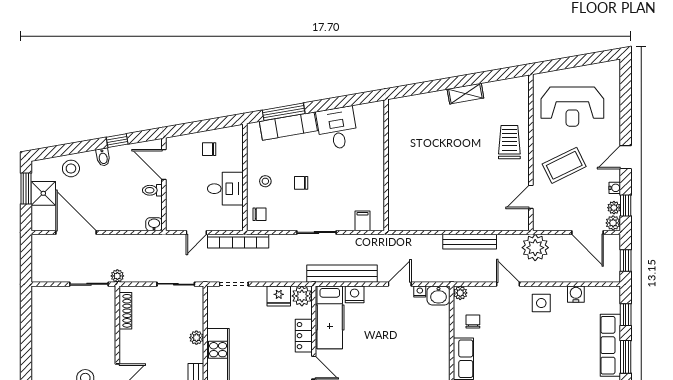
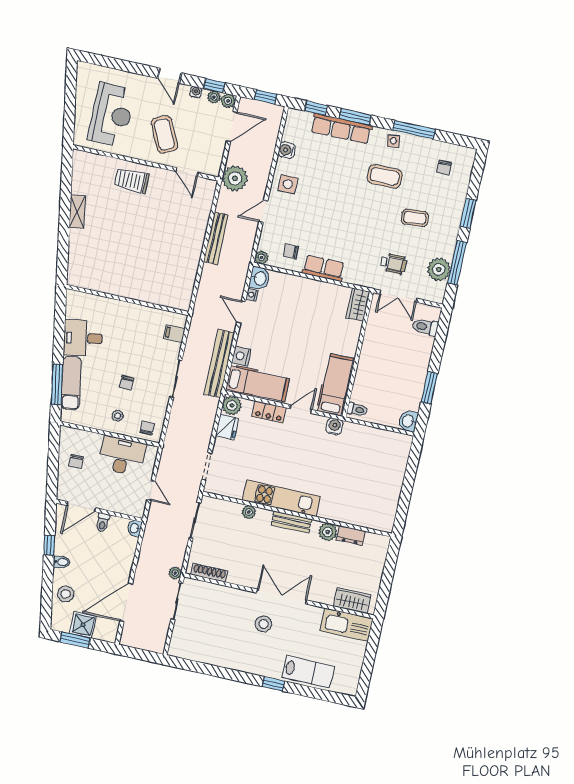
desk: (225, 189) -> (122, 456), width x1.37
bookcase: (238, 241) -> (168, 453), removed

